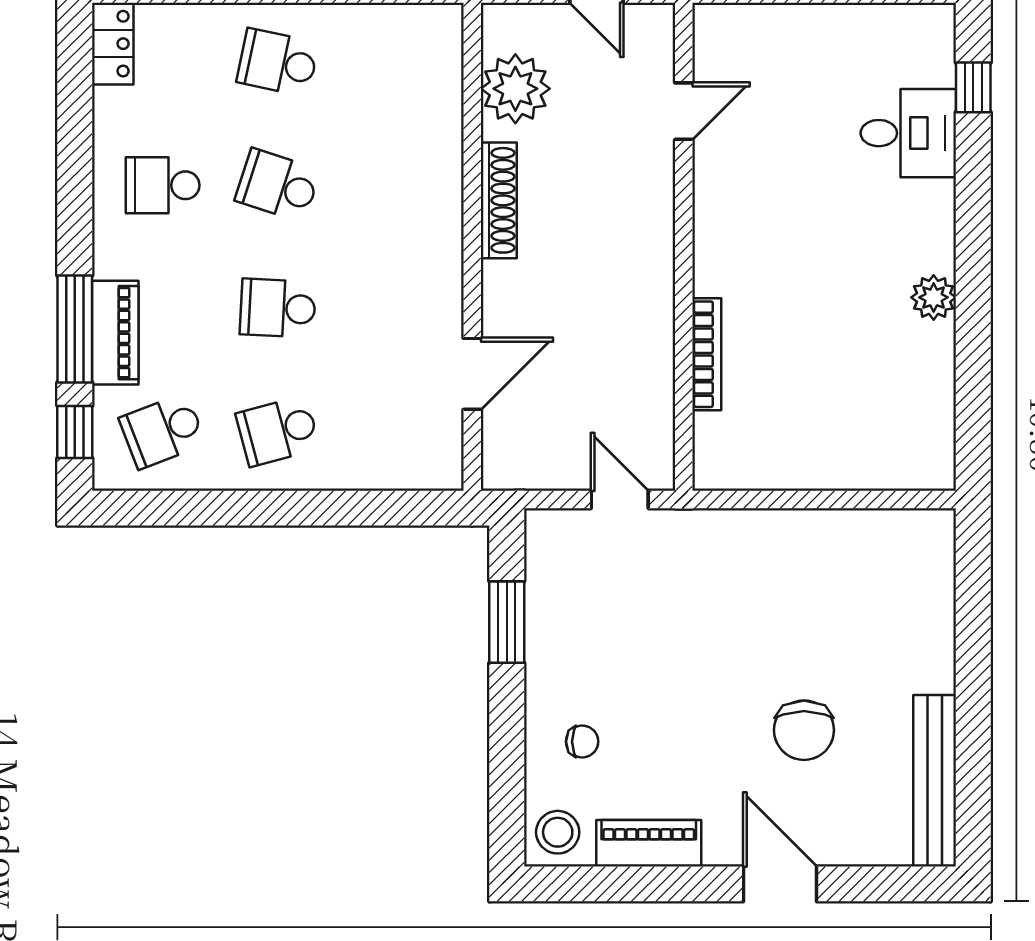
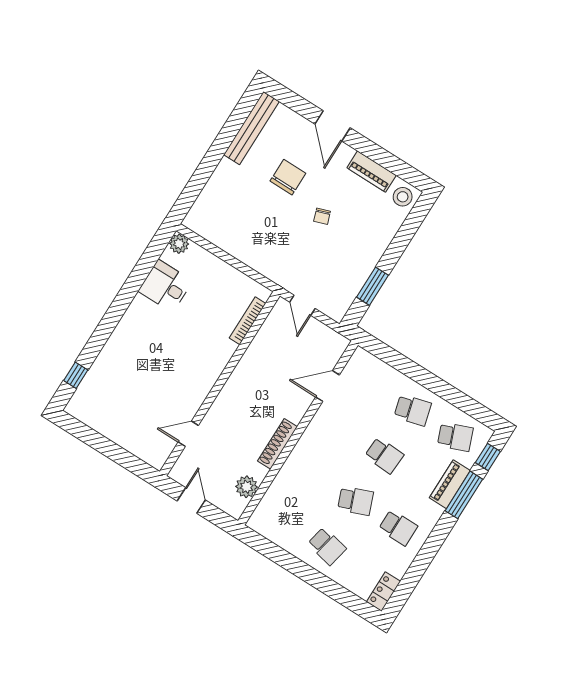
plant: (515, 89) -> (247, 487), width x0.73, depth x0.73
desk: (908, 133) -> (165, 286), moved
school desk: (278, 185) -> (356, 501), turned -39
plant: (934, 297) -> (179, 244), moved
bookcase: (707, 354) -> (248, 321), moved
chair: (582, 742) -> (322, 216), moved, turned -109

